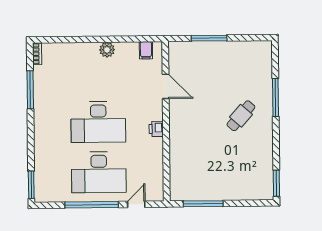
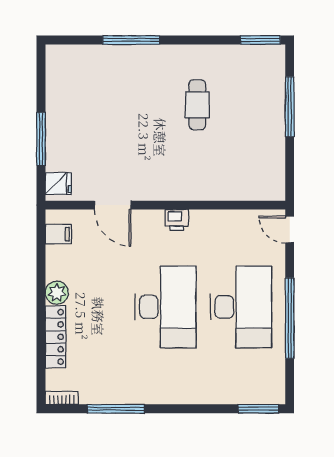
locker: (78, 49) -> (56, 337), added
fridge: (180, 50) -> (58, 183), added
door: (166, 86) -> (113, 205), swing flipped
cafe table: (241, 116) -> (197, 105), moved, turned 49
door: (136, 204) -> (290, 229), moved
window: (203, 204) -> (290, 107), moved

